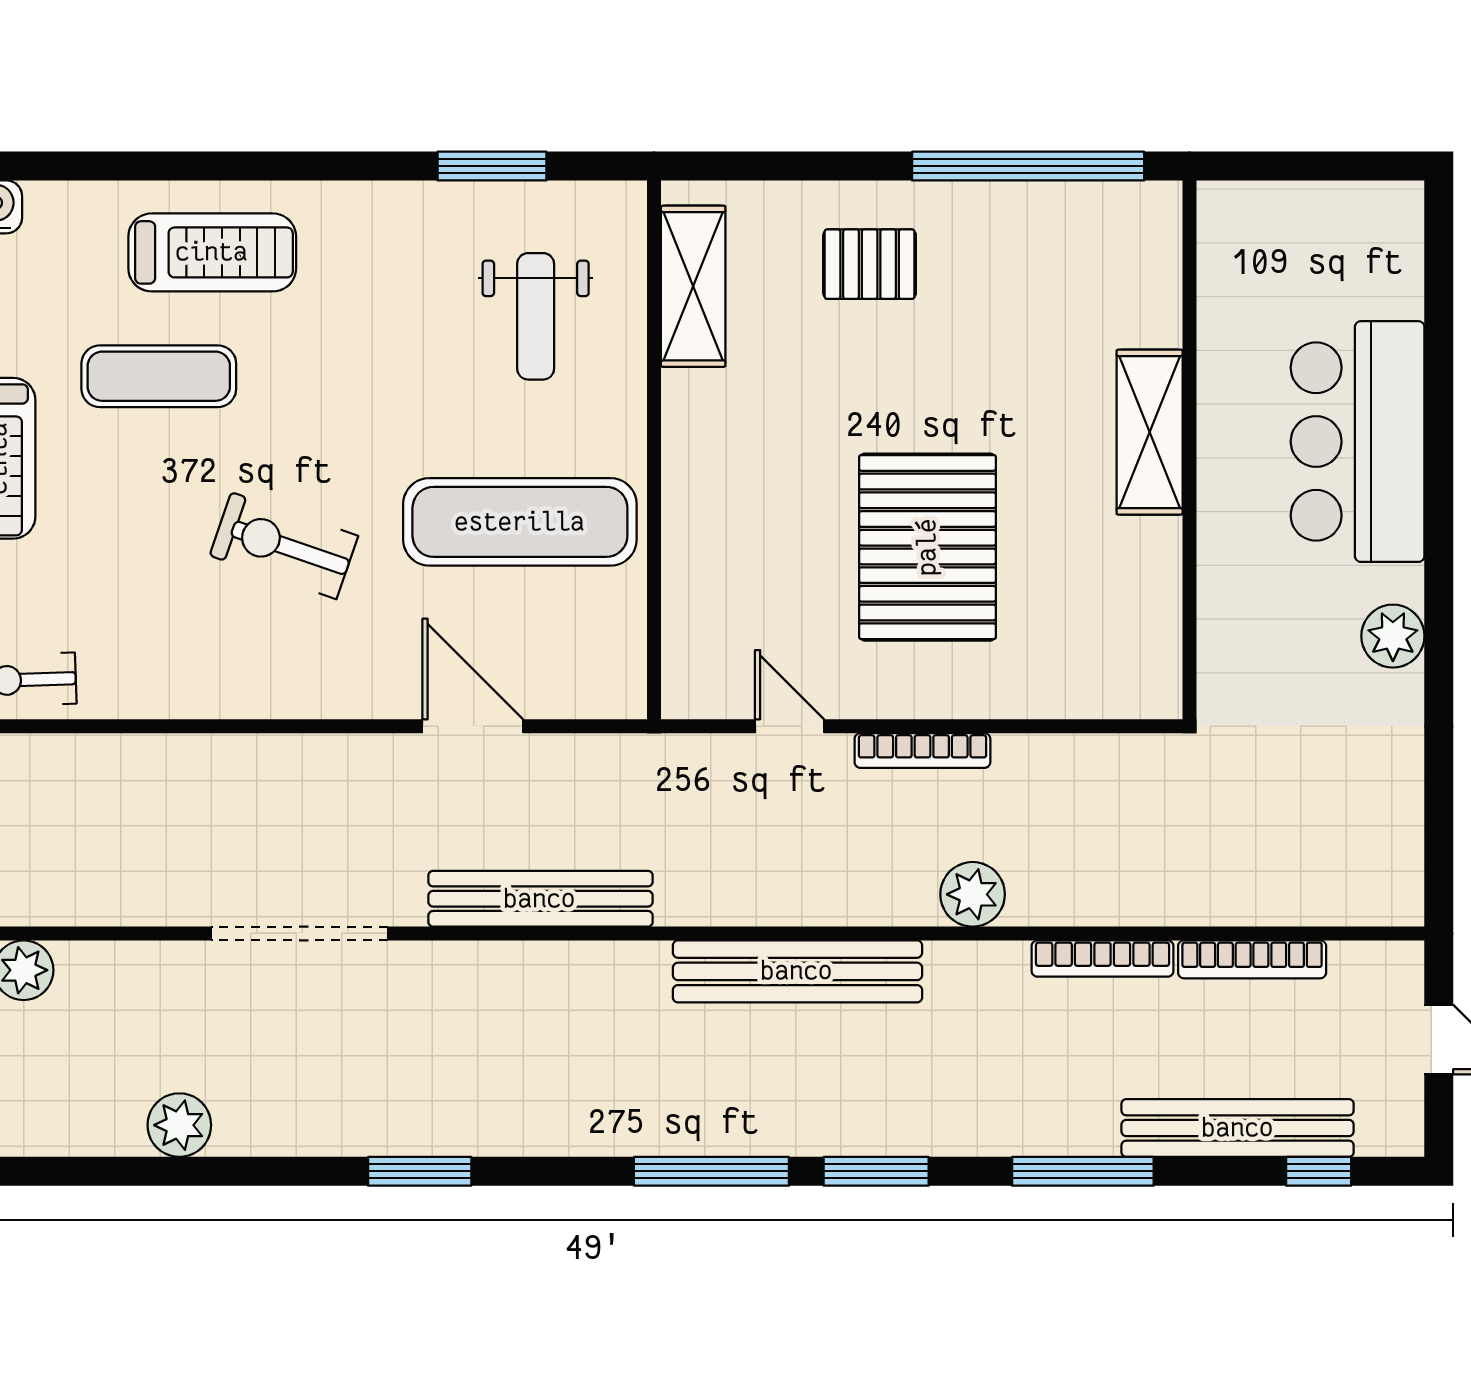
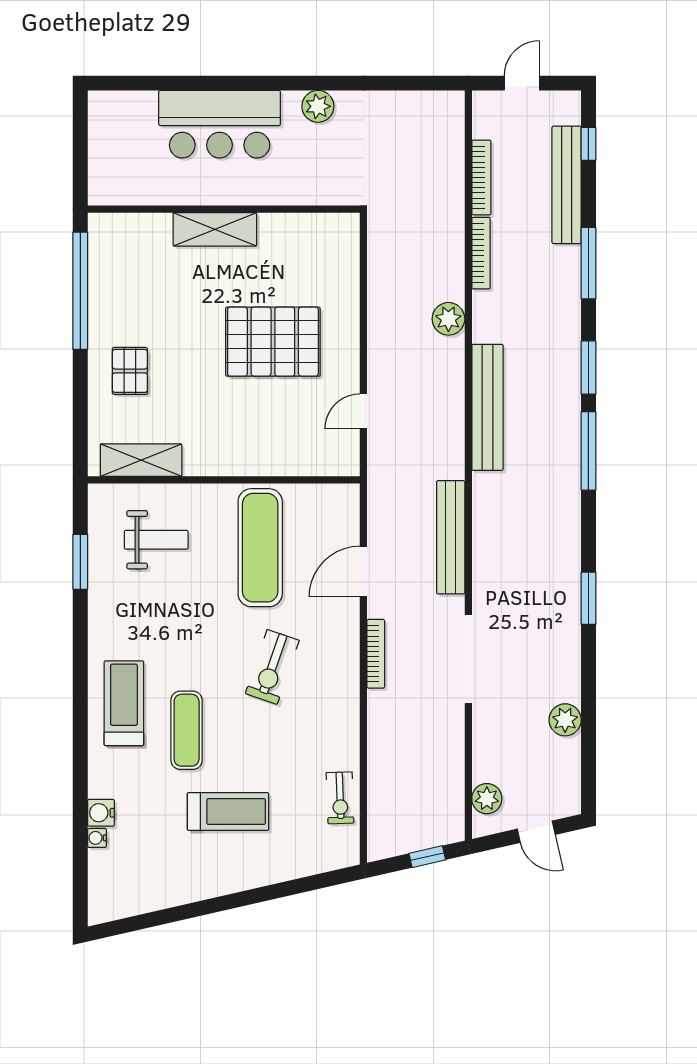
bookcase: (922, 751) -> (376, 654), moved

